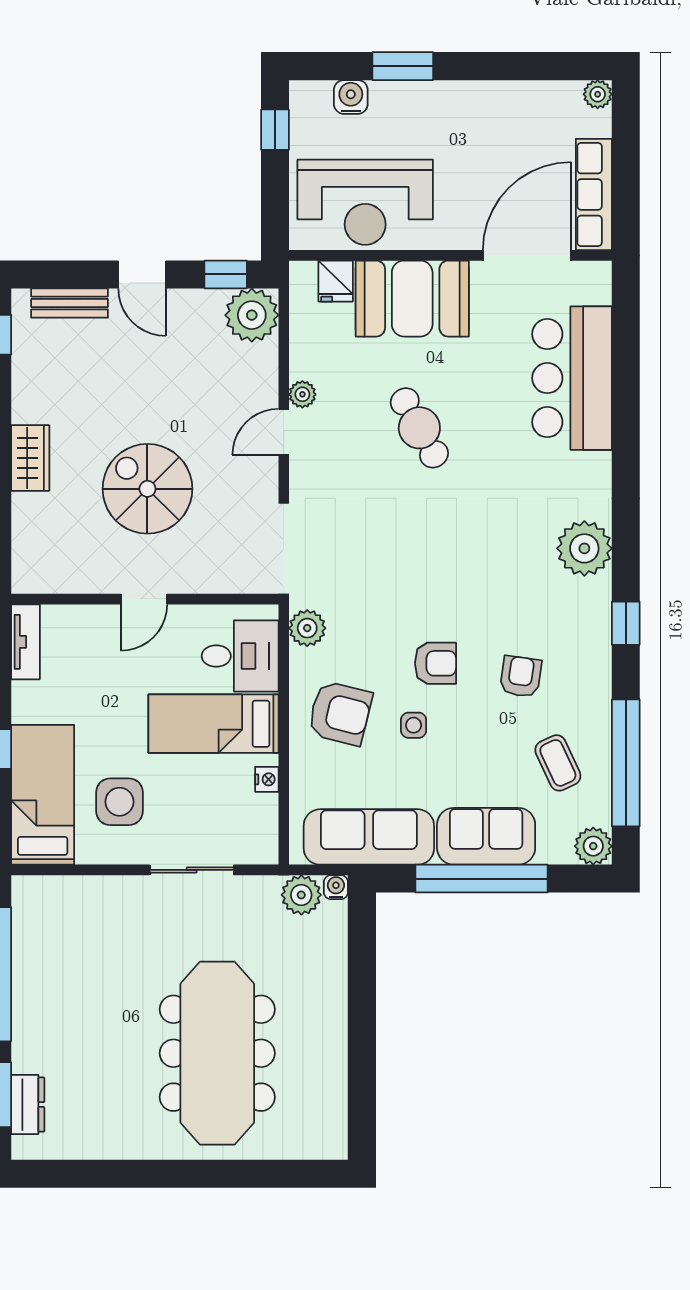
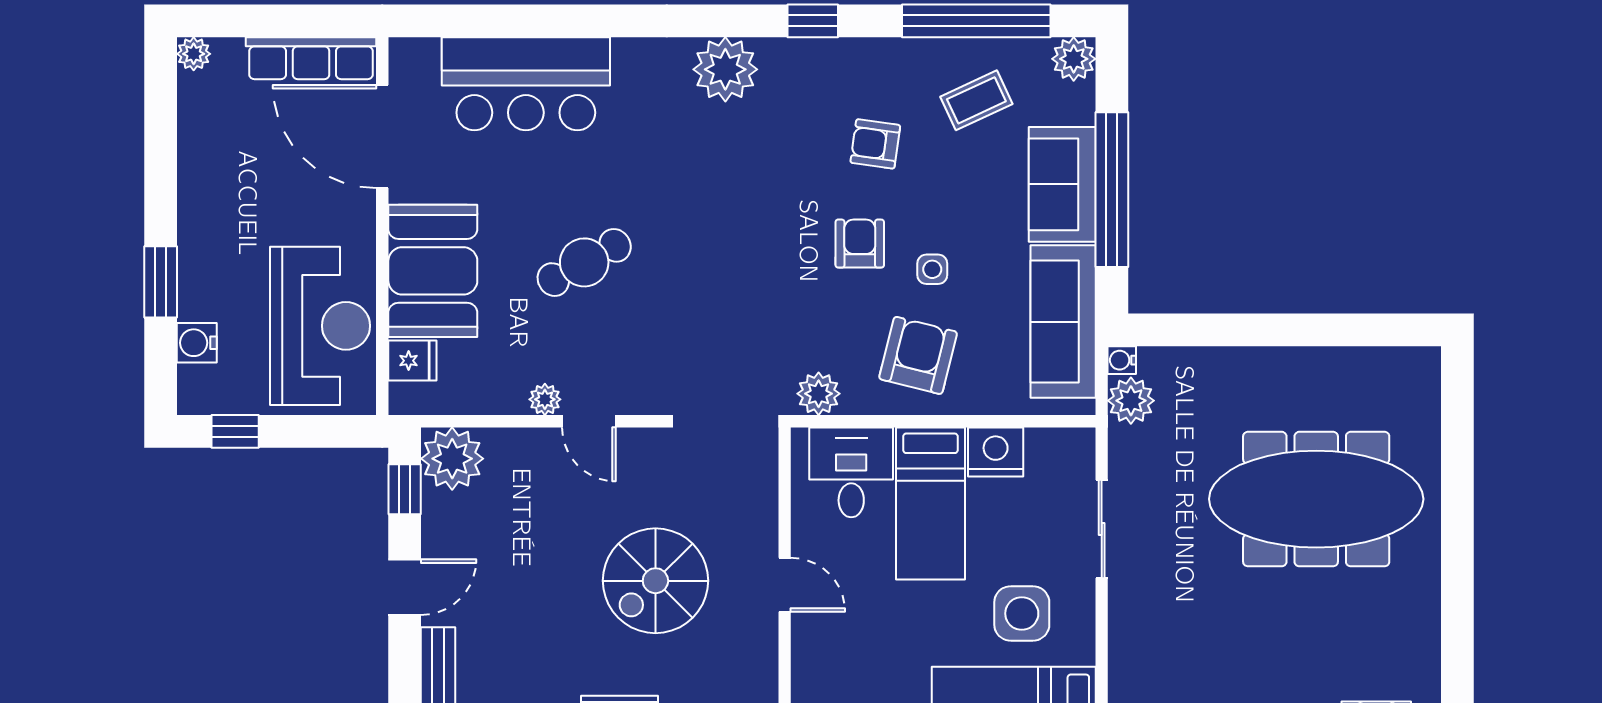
nightstand: (267, 779) -> (996, 452), width x1.89, depth x1.79

